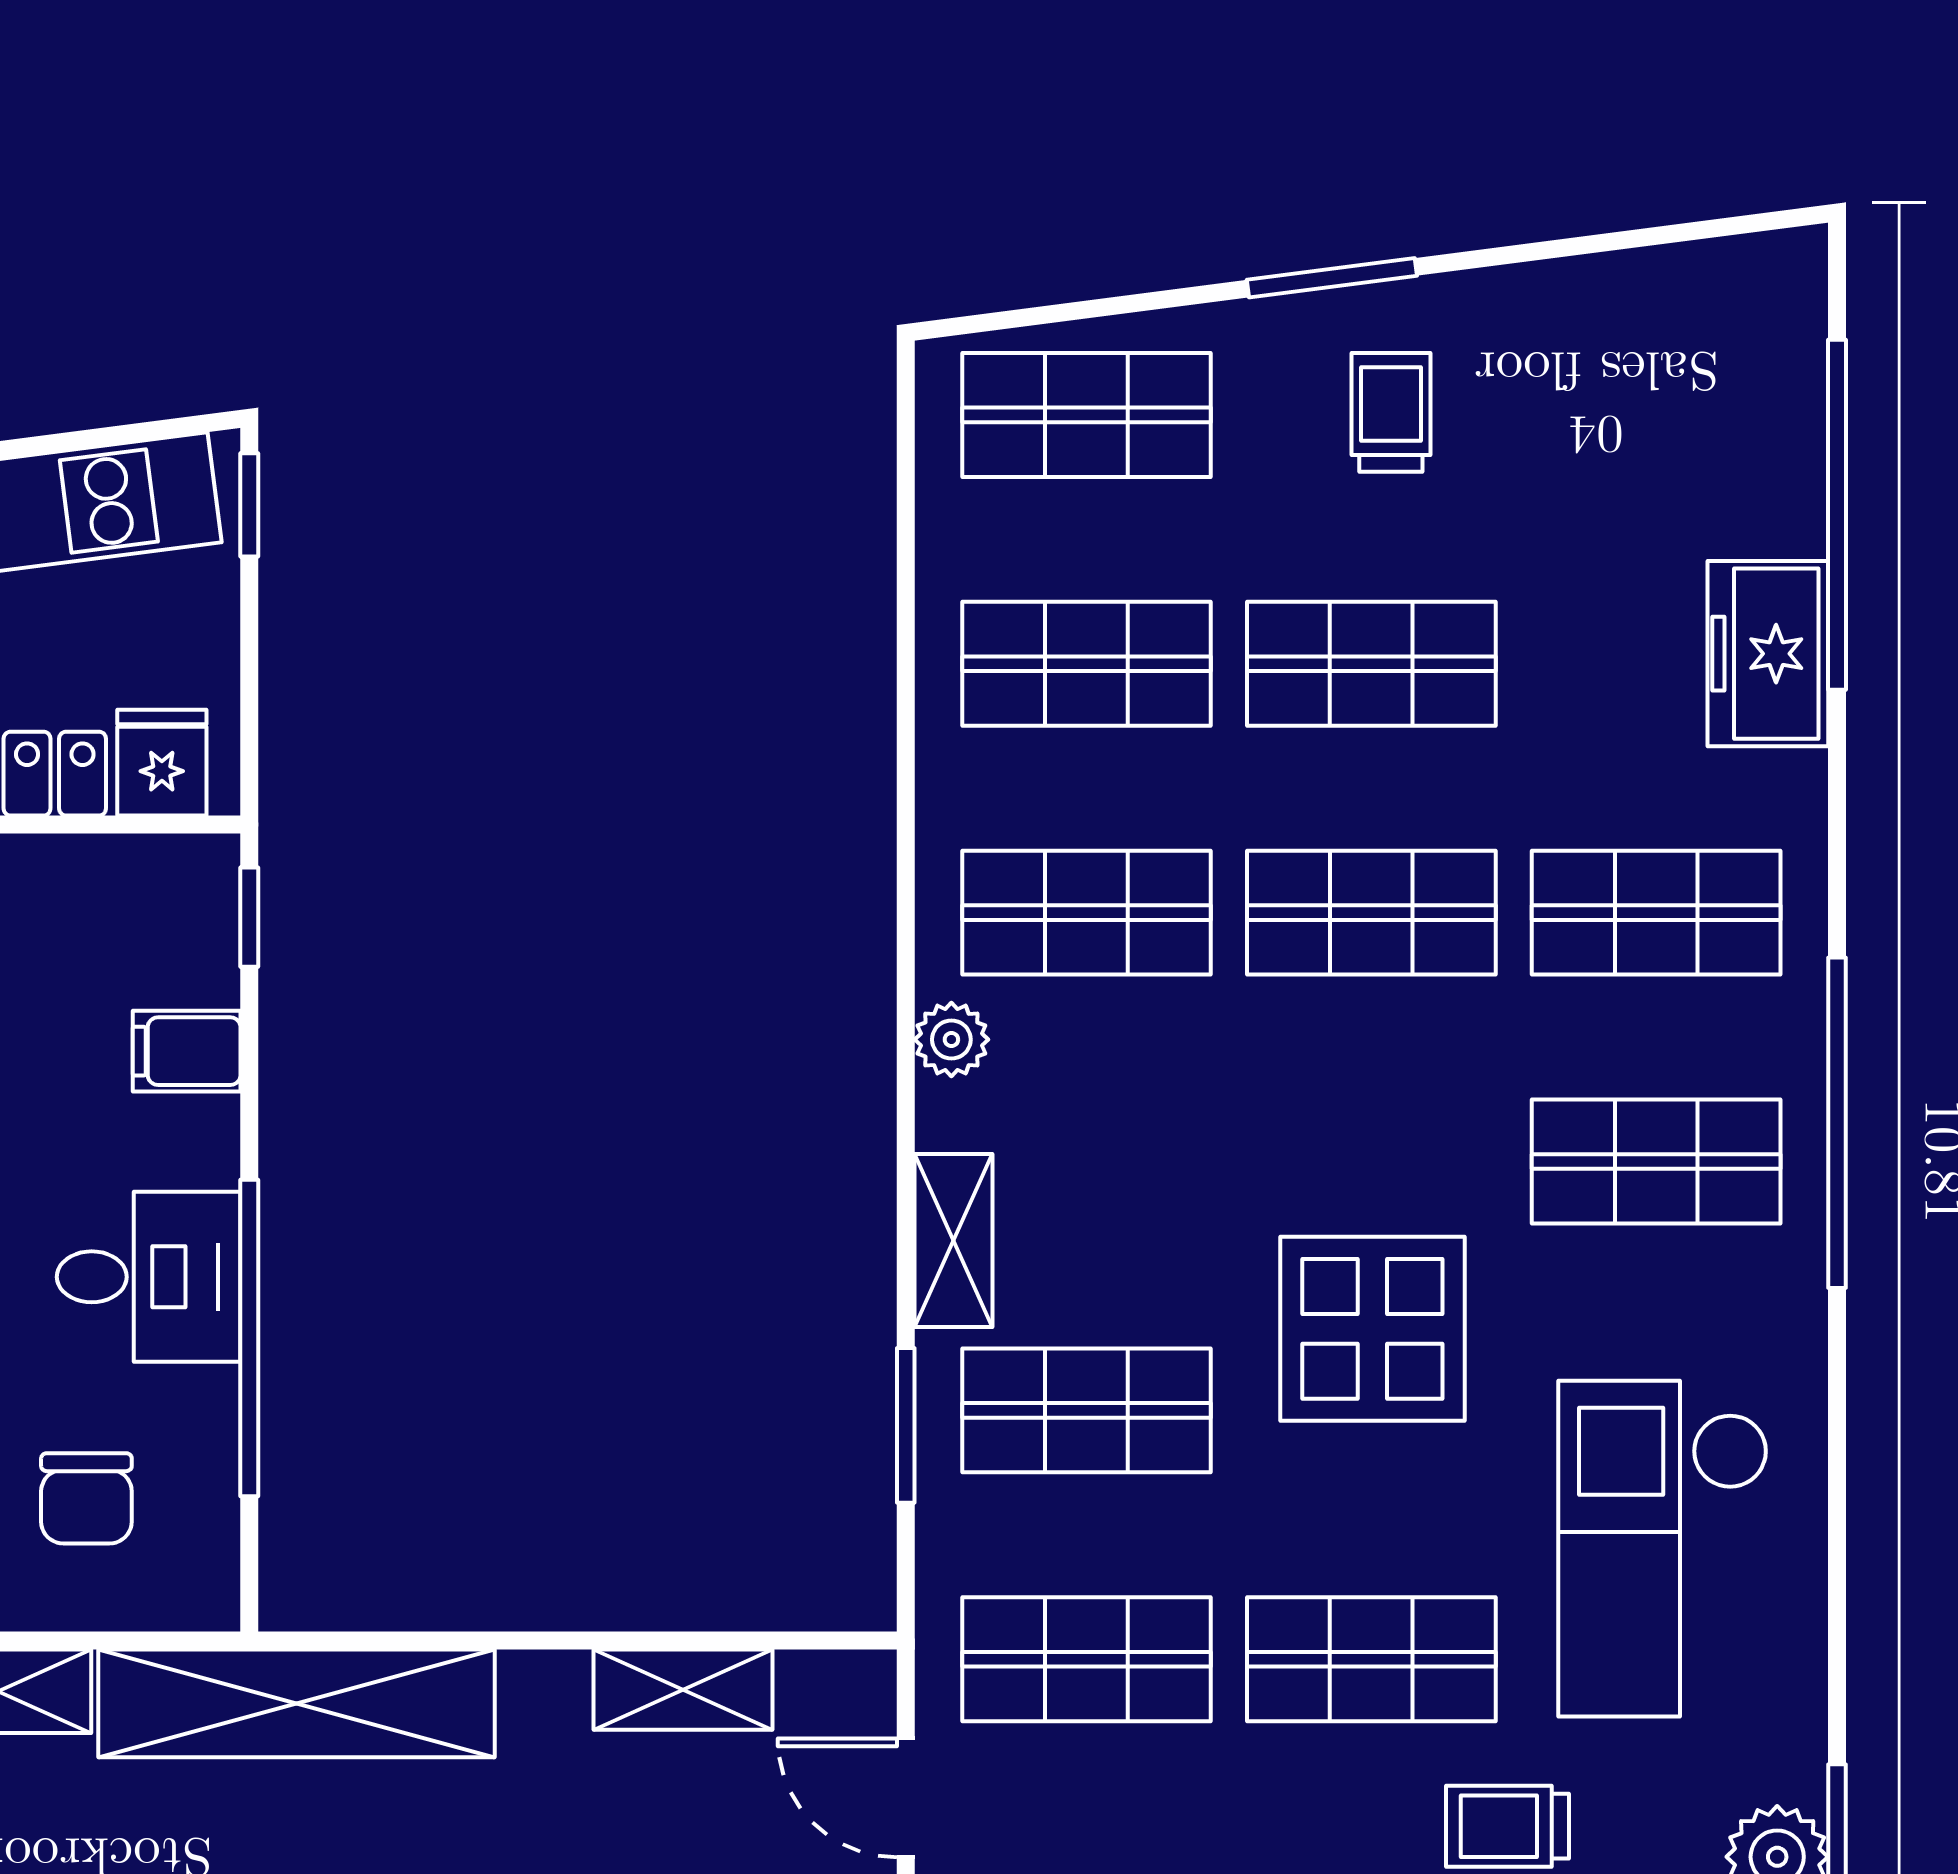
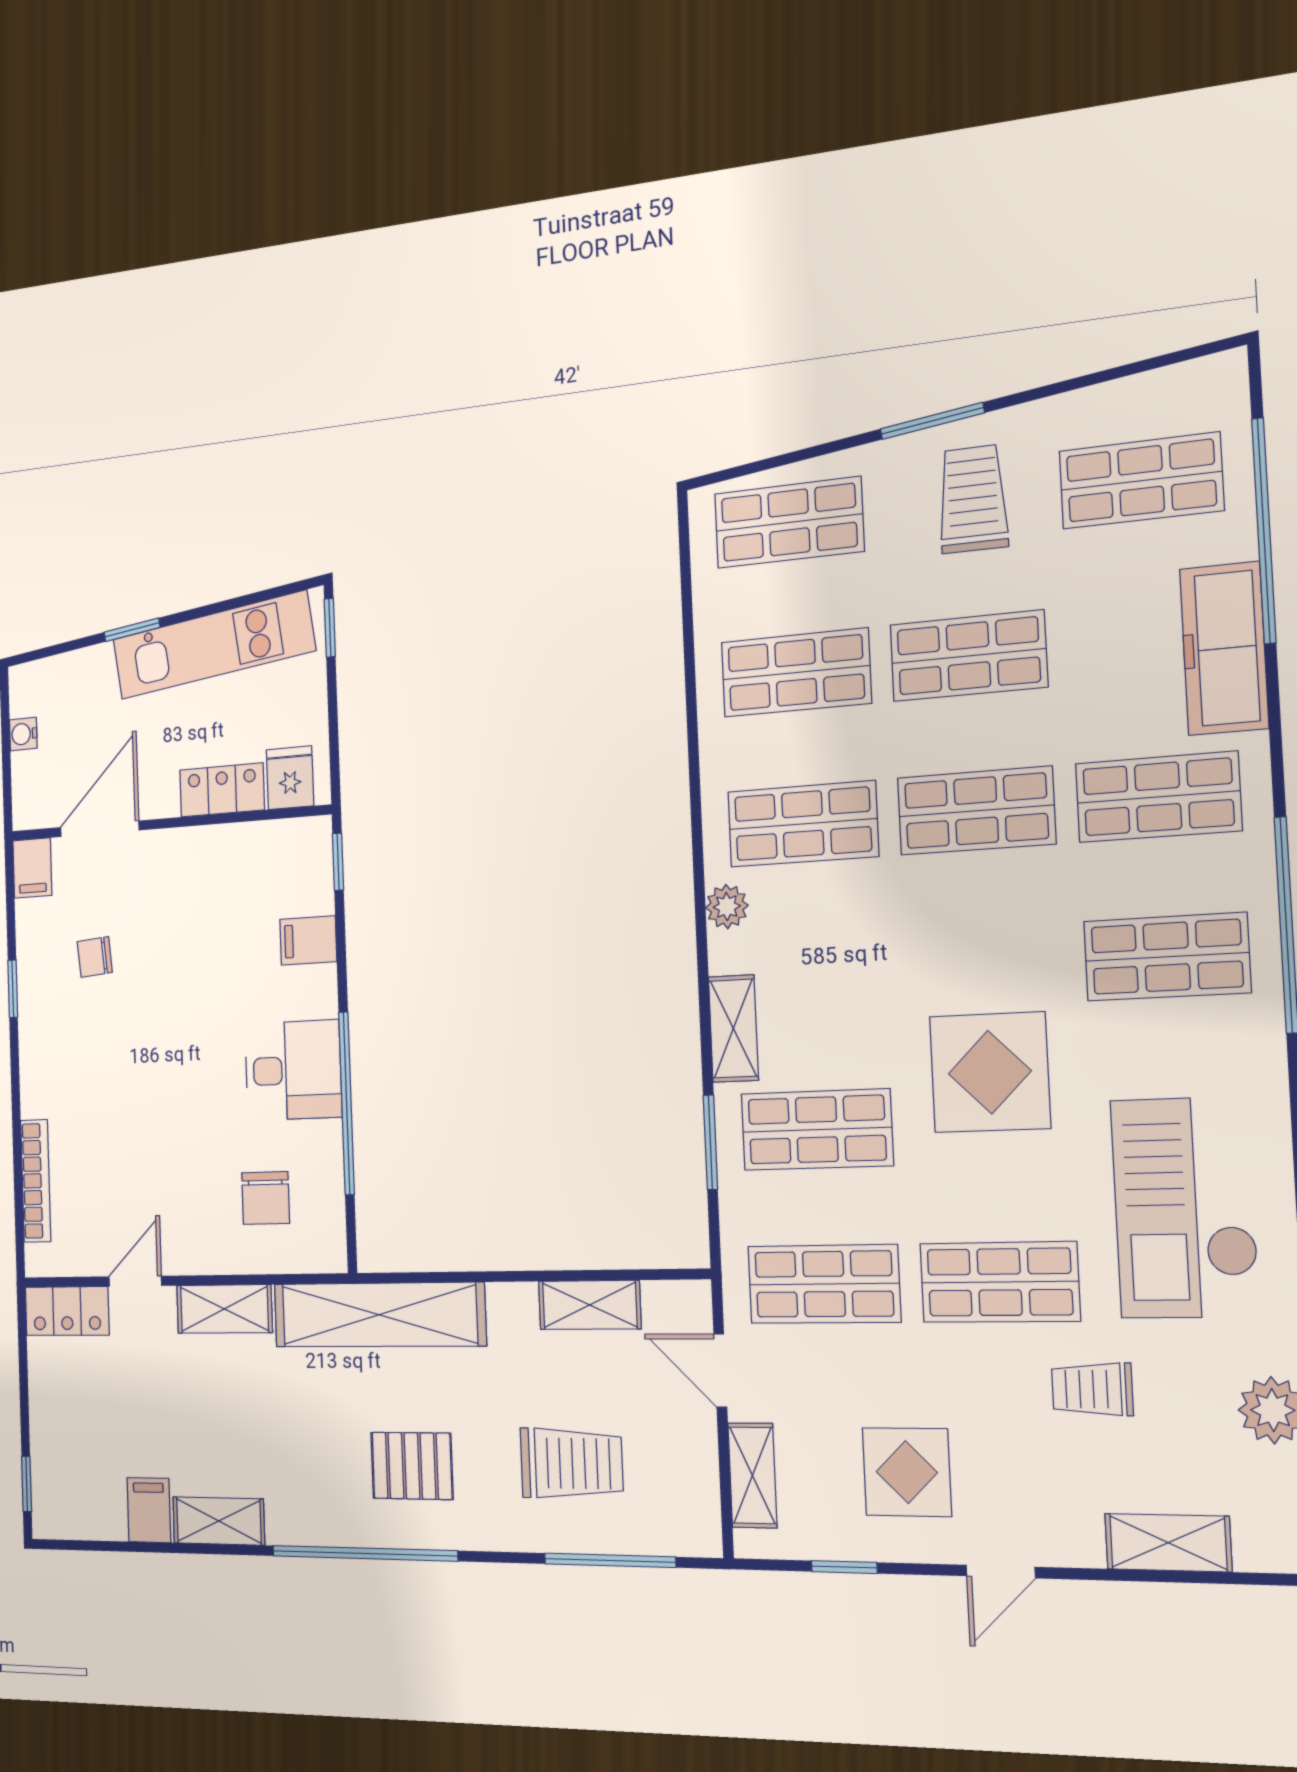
trolley: (1391, 412) -> (973, 499), width x1.36, depth x1.39
shop shelf: (1656, 415) -> (1141, 481), added
freezer: (1768, 654) -> (1224, 648), width x1.40

